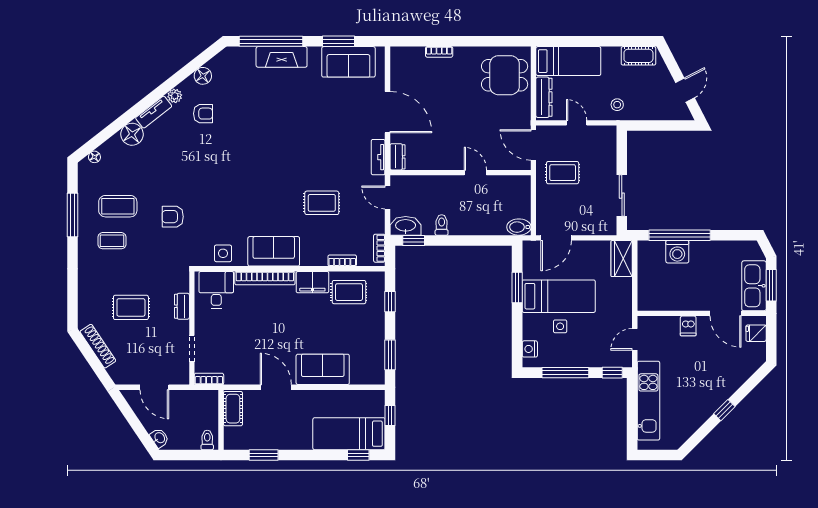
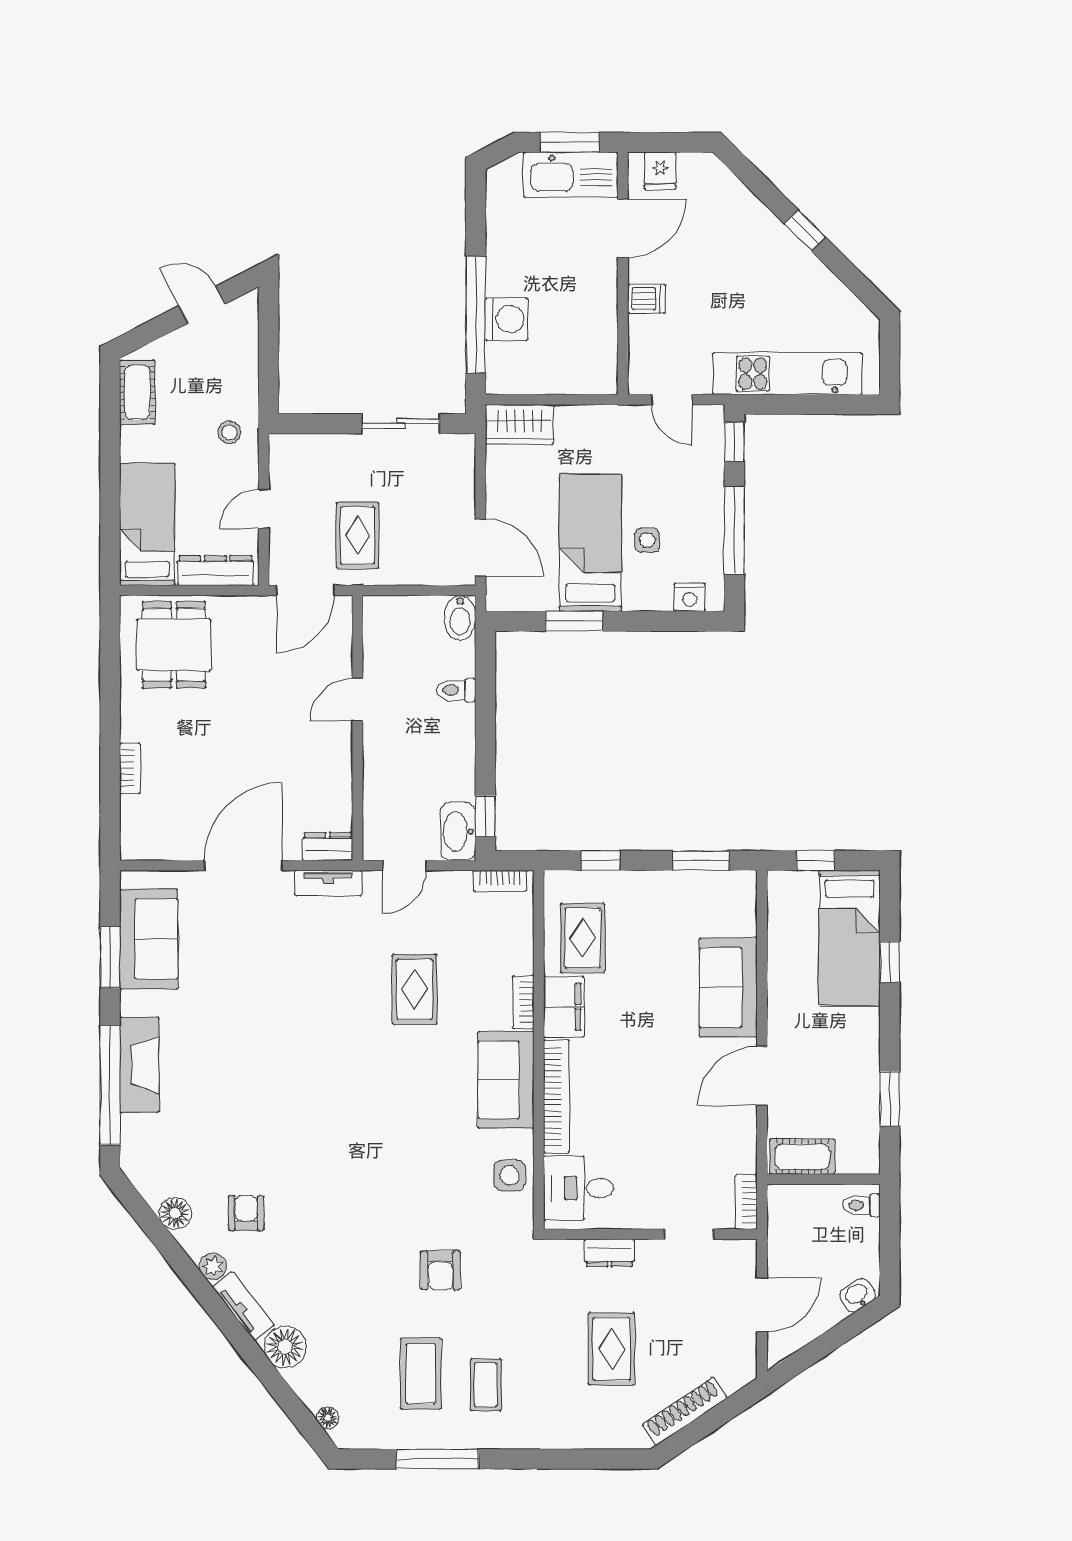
toilet: (442, 225) -> (456, 690), moved
bookcase: (342, 261) -> (523, 1002), moved
window: (358, 455) -> (890, 962), moved

